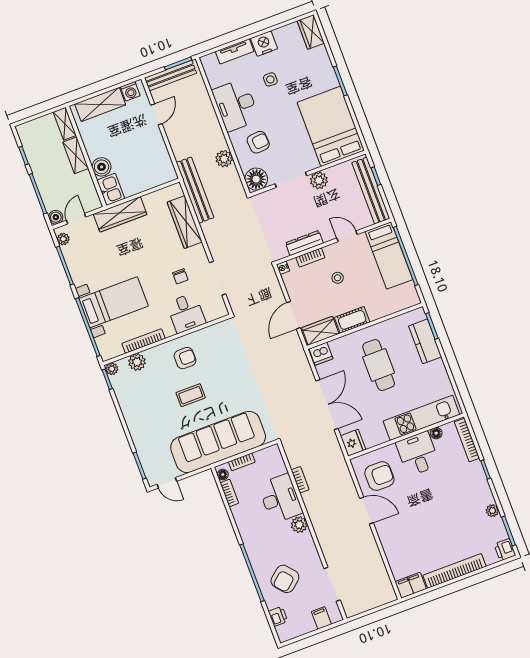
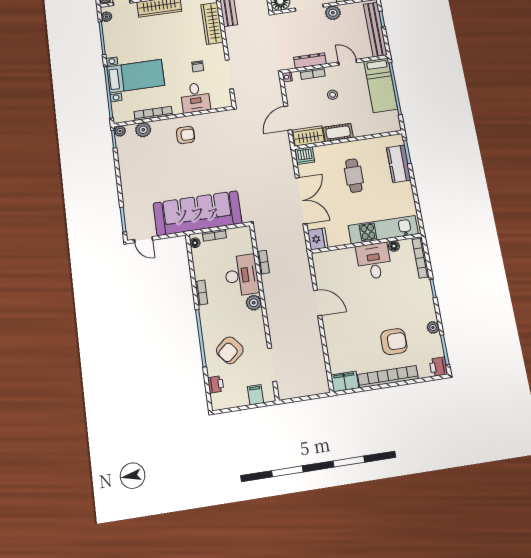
cafe table: (379, 365) -> (354, 176), width x0.73, depth x0.74
coffee table: (191, 395) -> (183, 168), removed
armchair: (379, 476) -> (394, 342), moved
bookcase: (229, 493) -> (201, 293), moved

